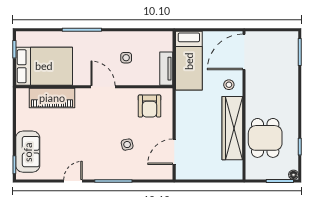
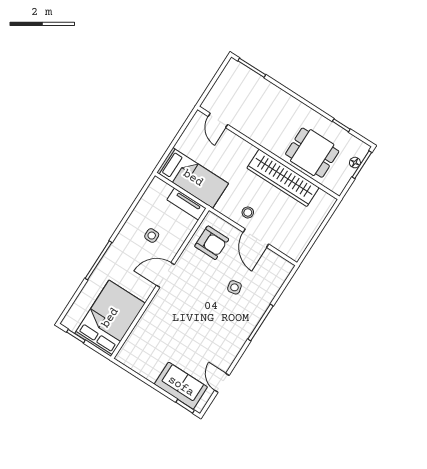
door: (244, 52) -> (218, 120), width x0.53
stool: (229, 85) -> (248, 212), moved
piano: (52, 98) -> (145, 330), removed
door: (174, 152) -> (256, 238), moved
floor lamp: (293, 175) -> (355, 163), moved
door: (73, 181) -> (222, 383), moved

